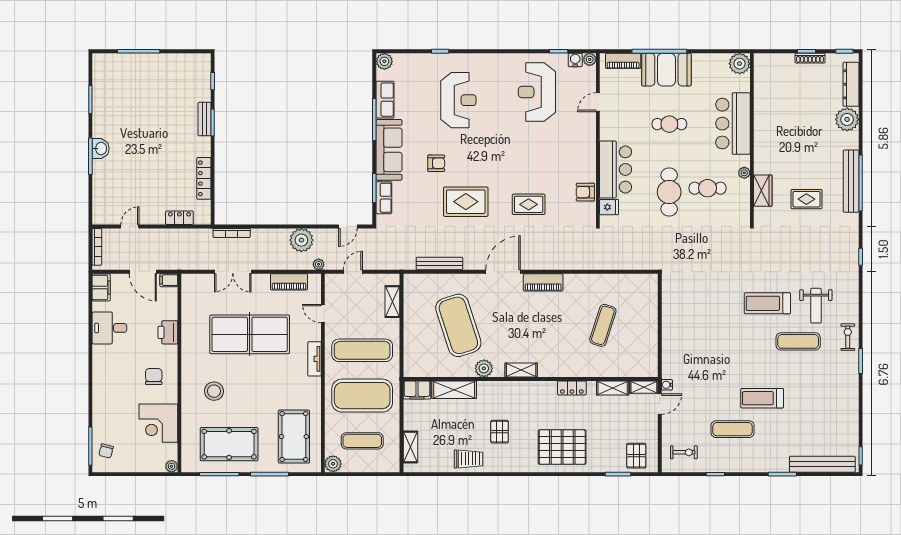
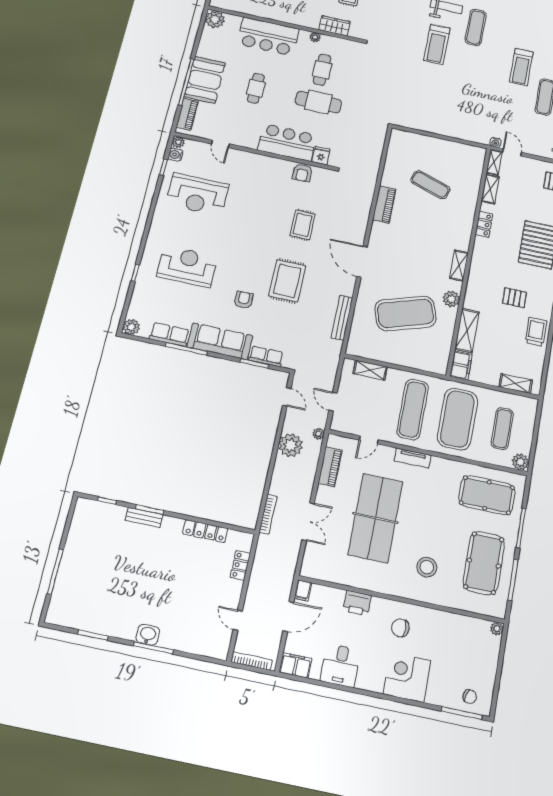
piano: (543, 282) -> (384, 205), moved
corner desk: (158, 423) -> (407, 677), moved, turned 180

